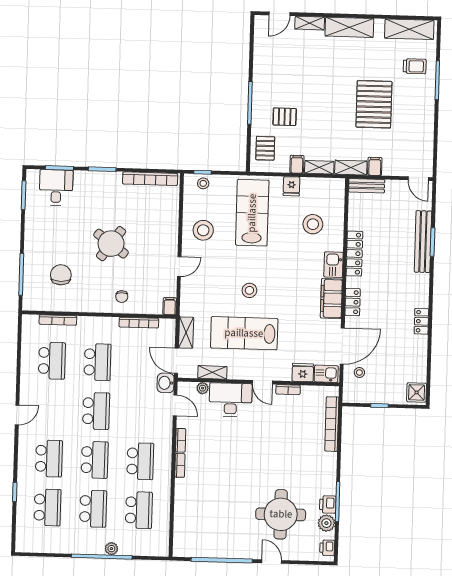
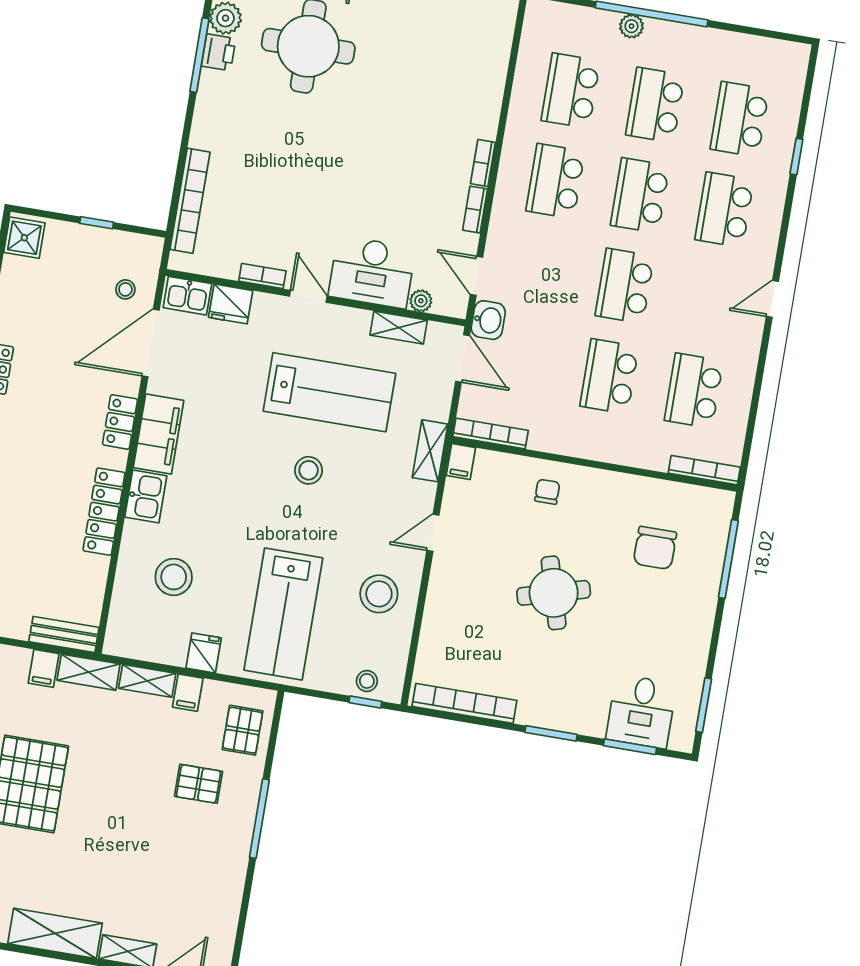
round table: (111, 244) -> (554, 593), turned 38
bookcase: (58, 320) -> (704, 470), moved
bookcase: (139, 323) -> (491, 434), moved
shelving: (186, 333) -> (430, 451), moved

